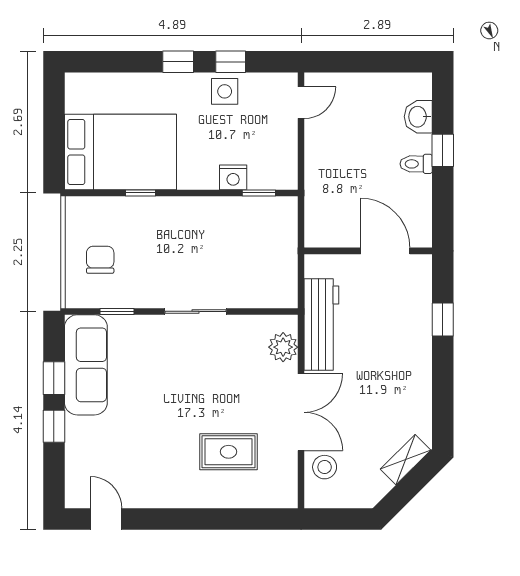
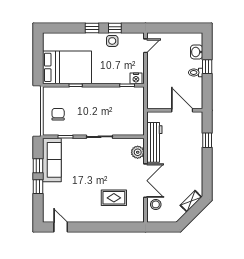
nightstand: (233, 177) -> (136, 78), moved

